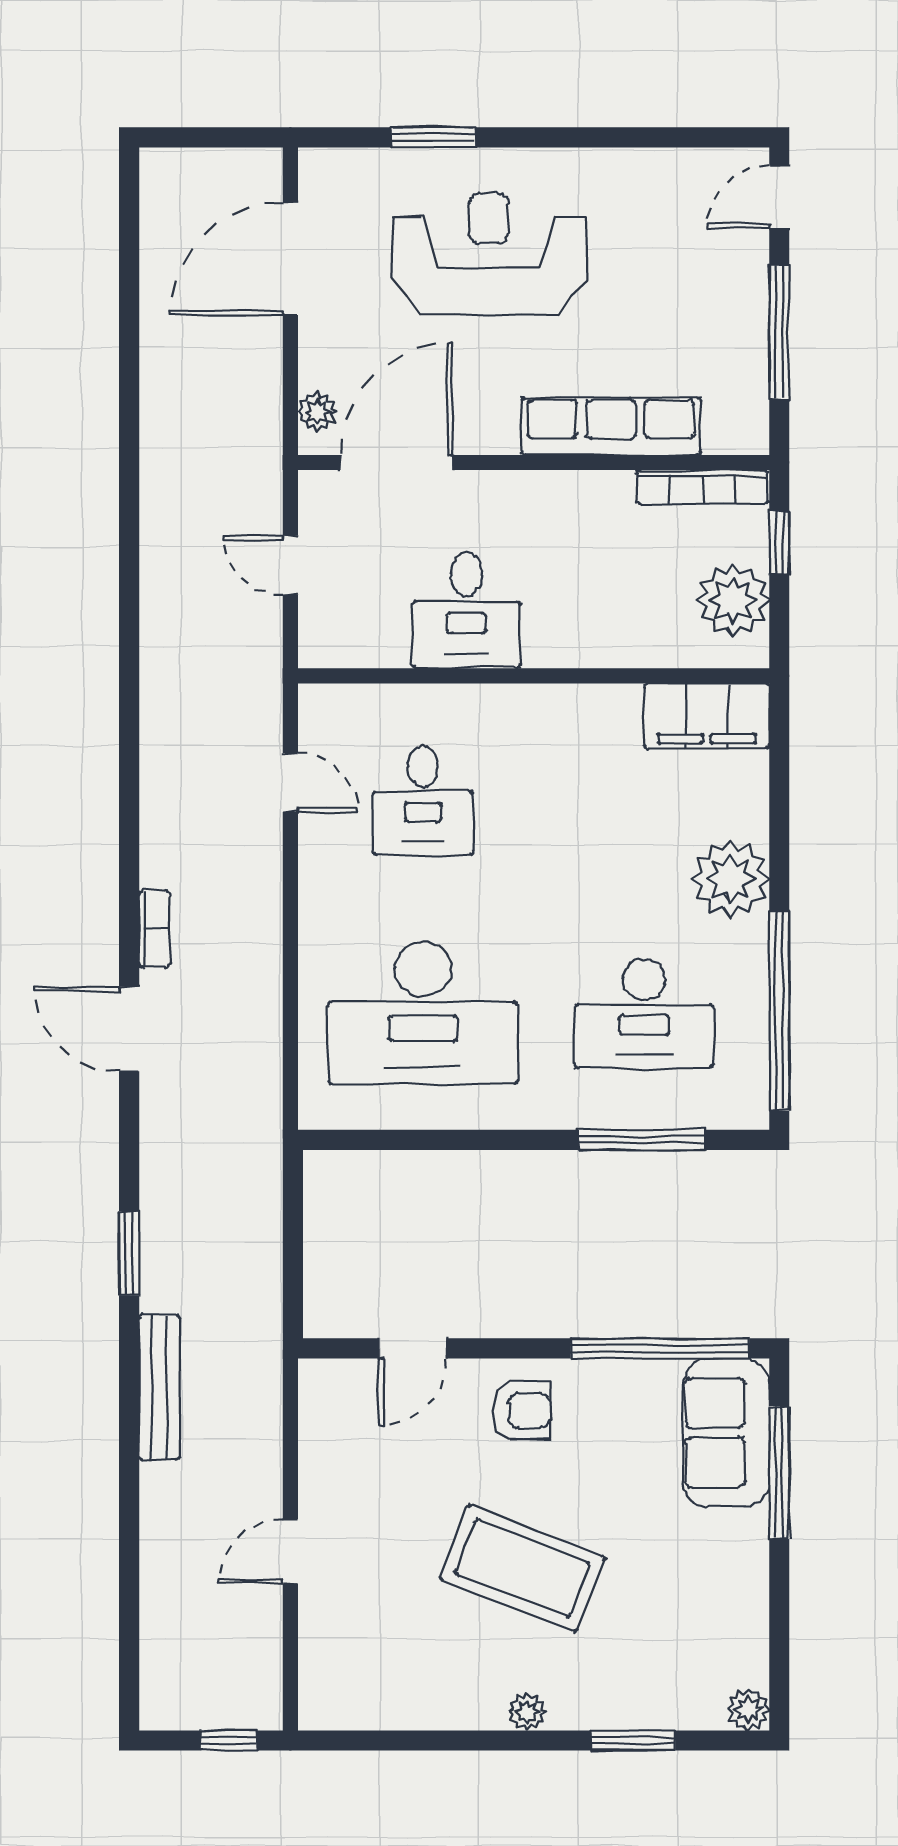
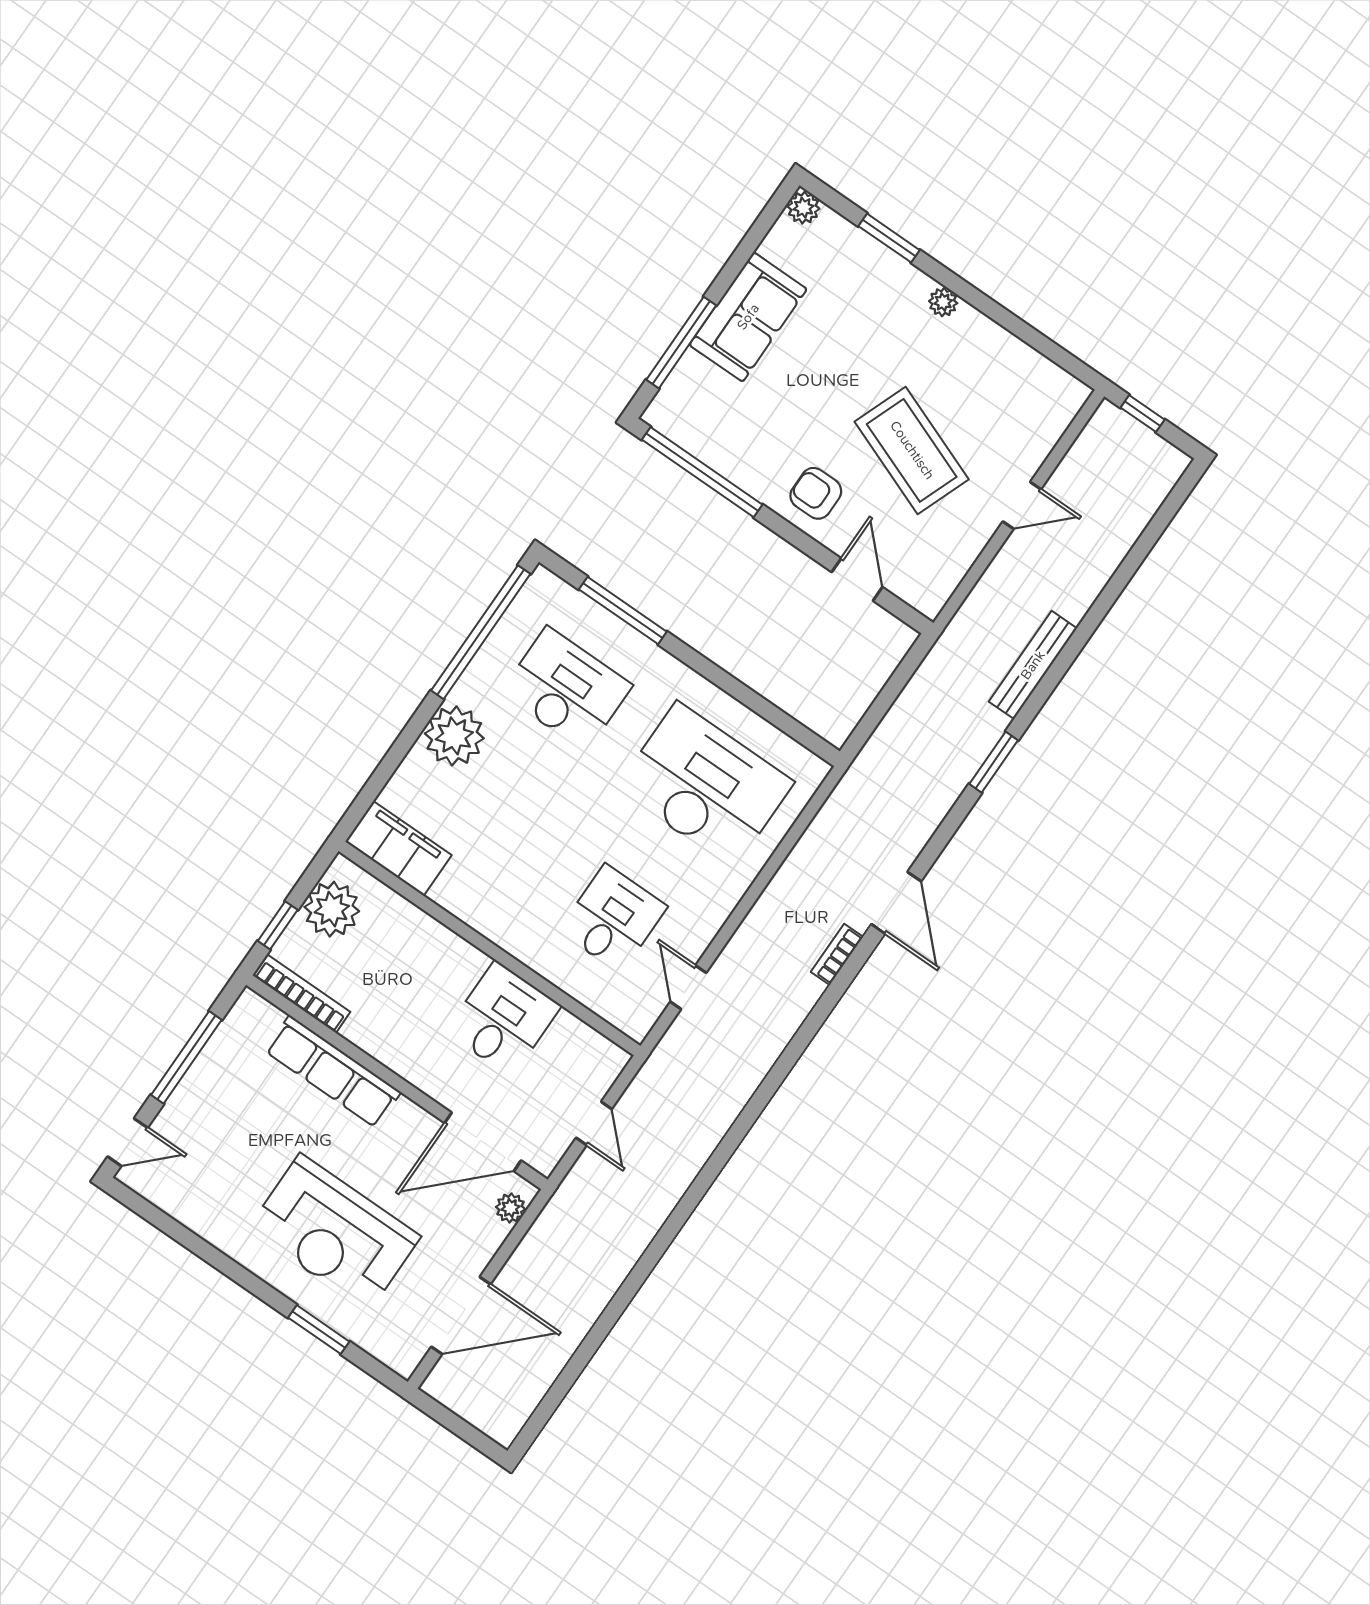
door: (413, 1348) -> (857, 579), hinge flipped
sofa: (726, 1433) -> (748, 317), moved
coffee table: (523, 1568) -> (912, 450), moved

